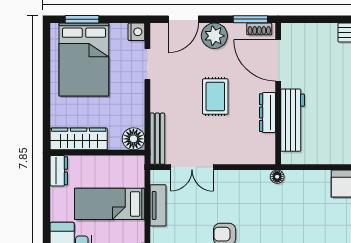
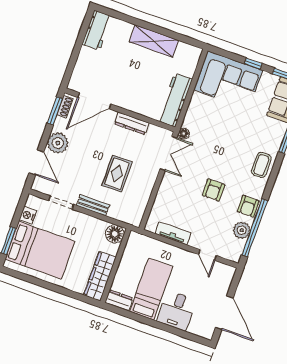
nightstand: (136, 32) -> (28, 215), moved, turned -90
rug: (215, 97) -> (117, 174), moved, turned 90
workbench: (293, 120) -> (175, 100), moved, turned -90
bench: (157, 139) -> (93, 205), moved, width x0.73
double door: (192, 167) -> (168, 153), moved
bed: (110, 204) -> (151, 289), moved, turned 180

